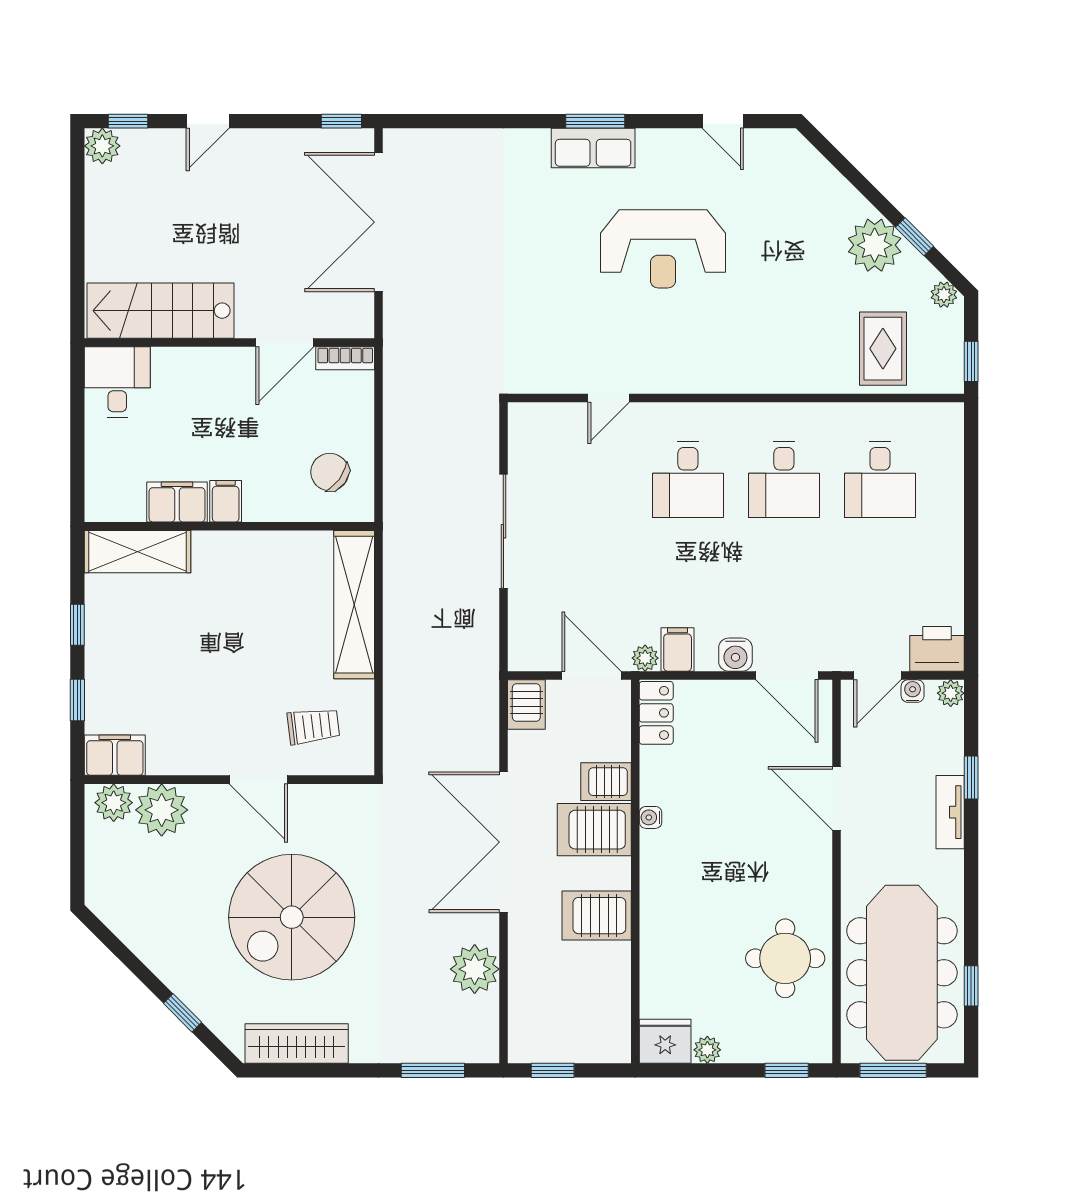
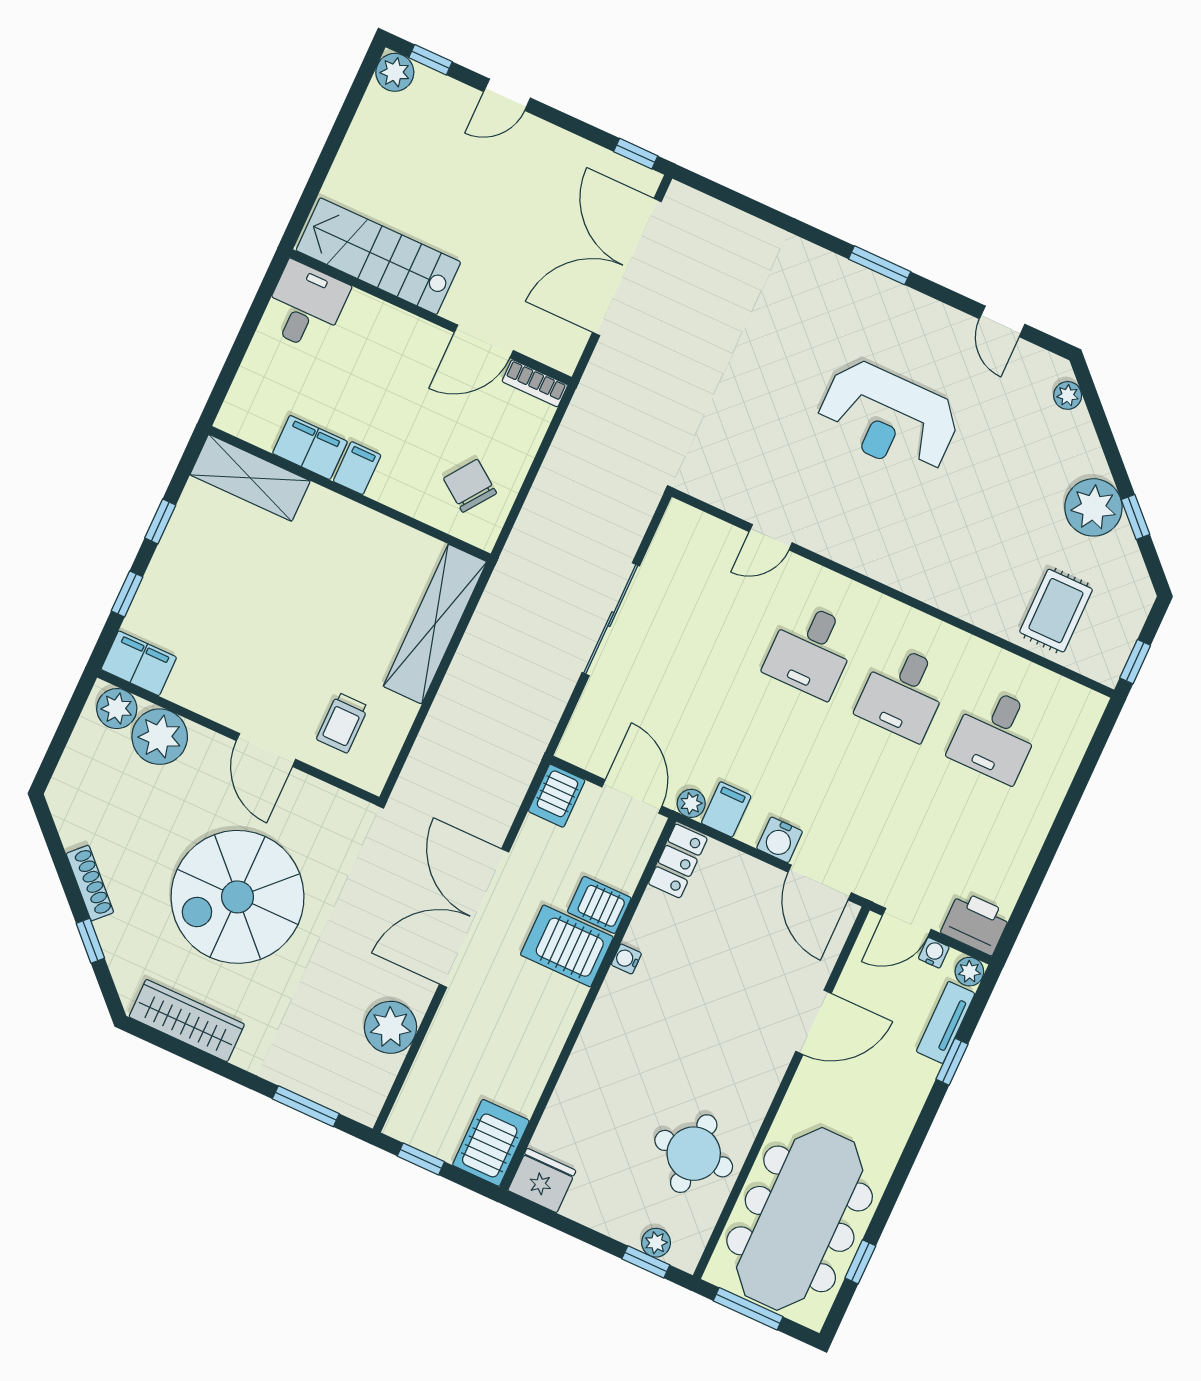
row of seats: (593, 148) -> (866, 290), removed
plant: (944, 295) -> (1068, 395), moved
trolley: (313, 726) -> (342, 723), turned 97
door: (837, 798) -> (813, 1022), swing flipped
tv unit: (950, 812) -> (946, 1022), moved
server rack: (597, 916) -> (491, 1143), moved, turned 90
shoe rack: (159, 963) -> (90, 883), added
plant: (707, 1050) -> (656, 1243), moved

